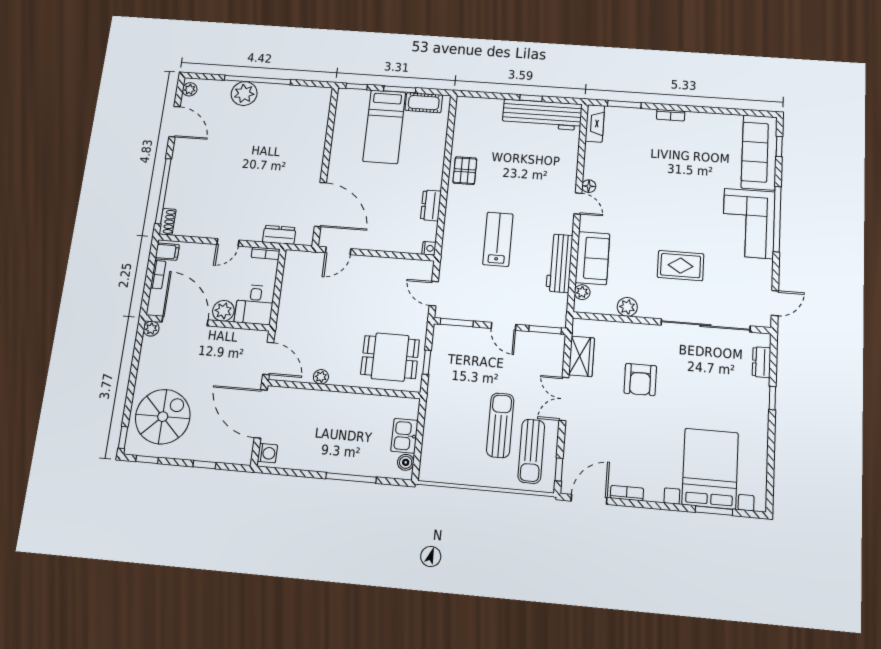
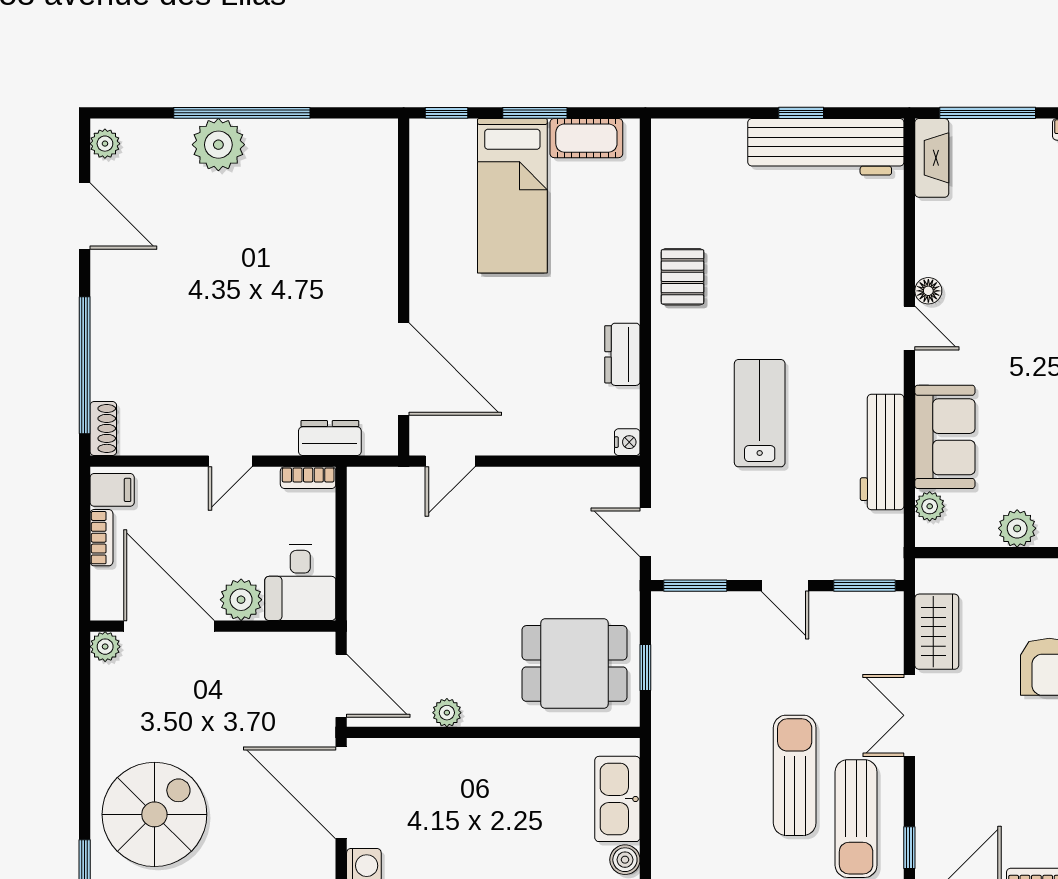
window: (624, 104) -> (988, 113), width x1.44
kitchen sink: (404, 436) -> (617, 799), width x1.38

